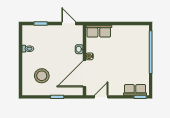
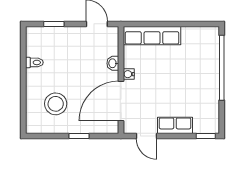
row of seats: (99, 31) -> (152, 36), width x1.48
row of seats: (135, 90) -> (175, 125), moved
door: (101, 97) -> (146, 136), swing flipped

